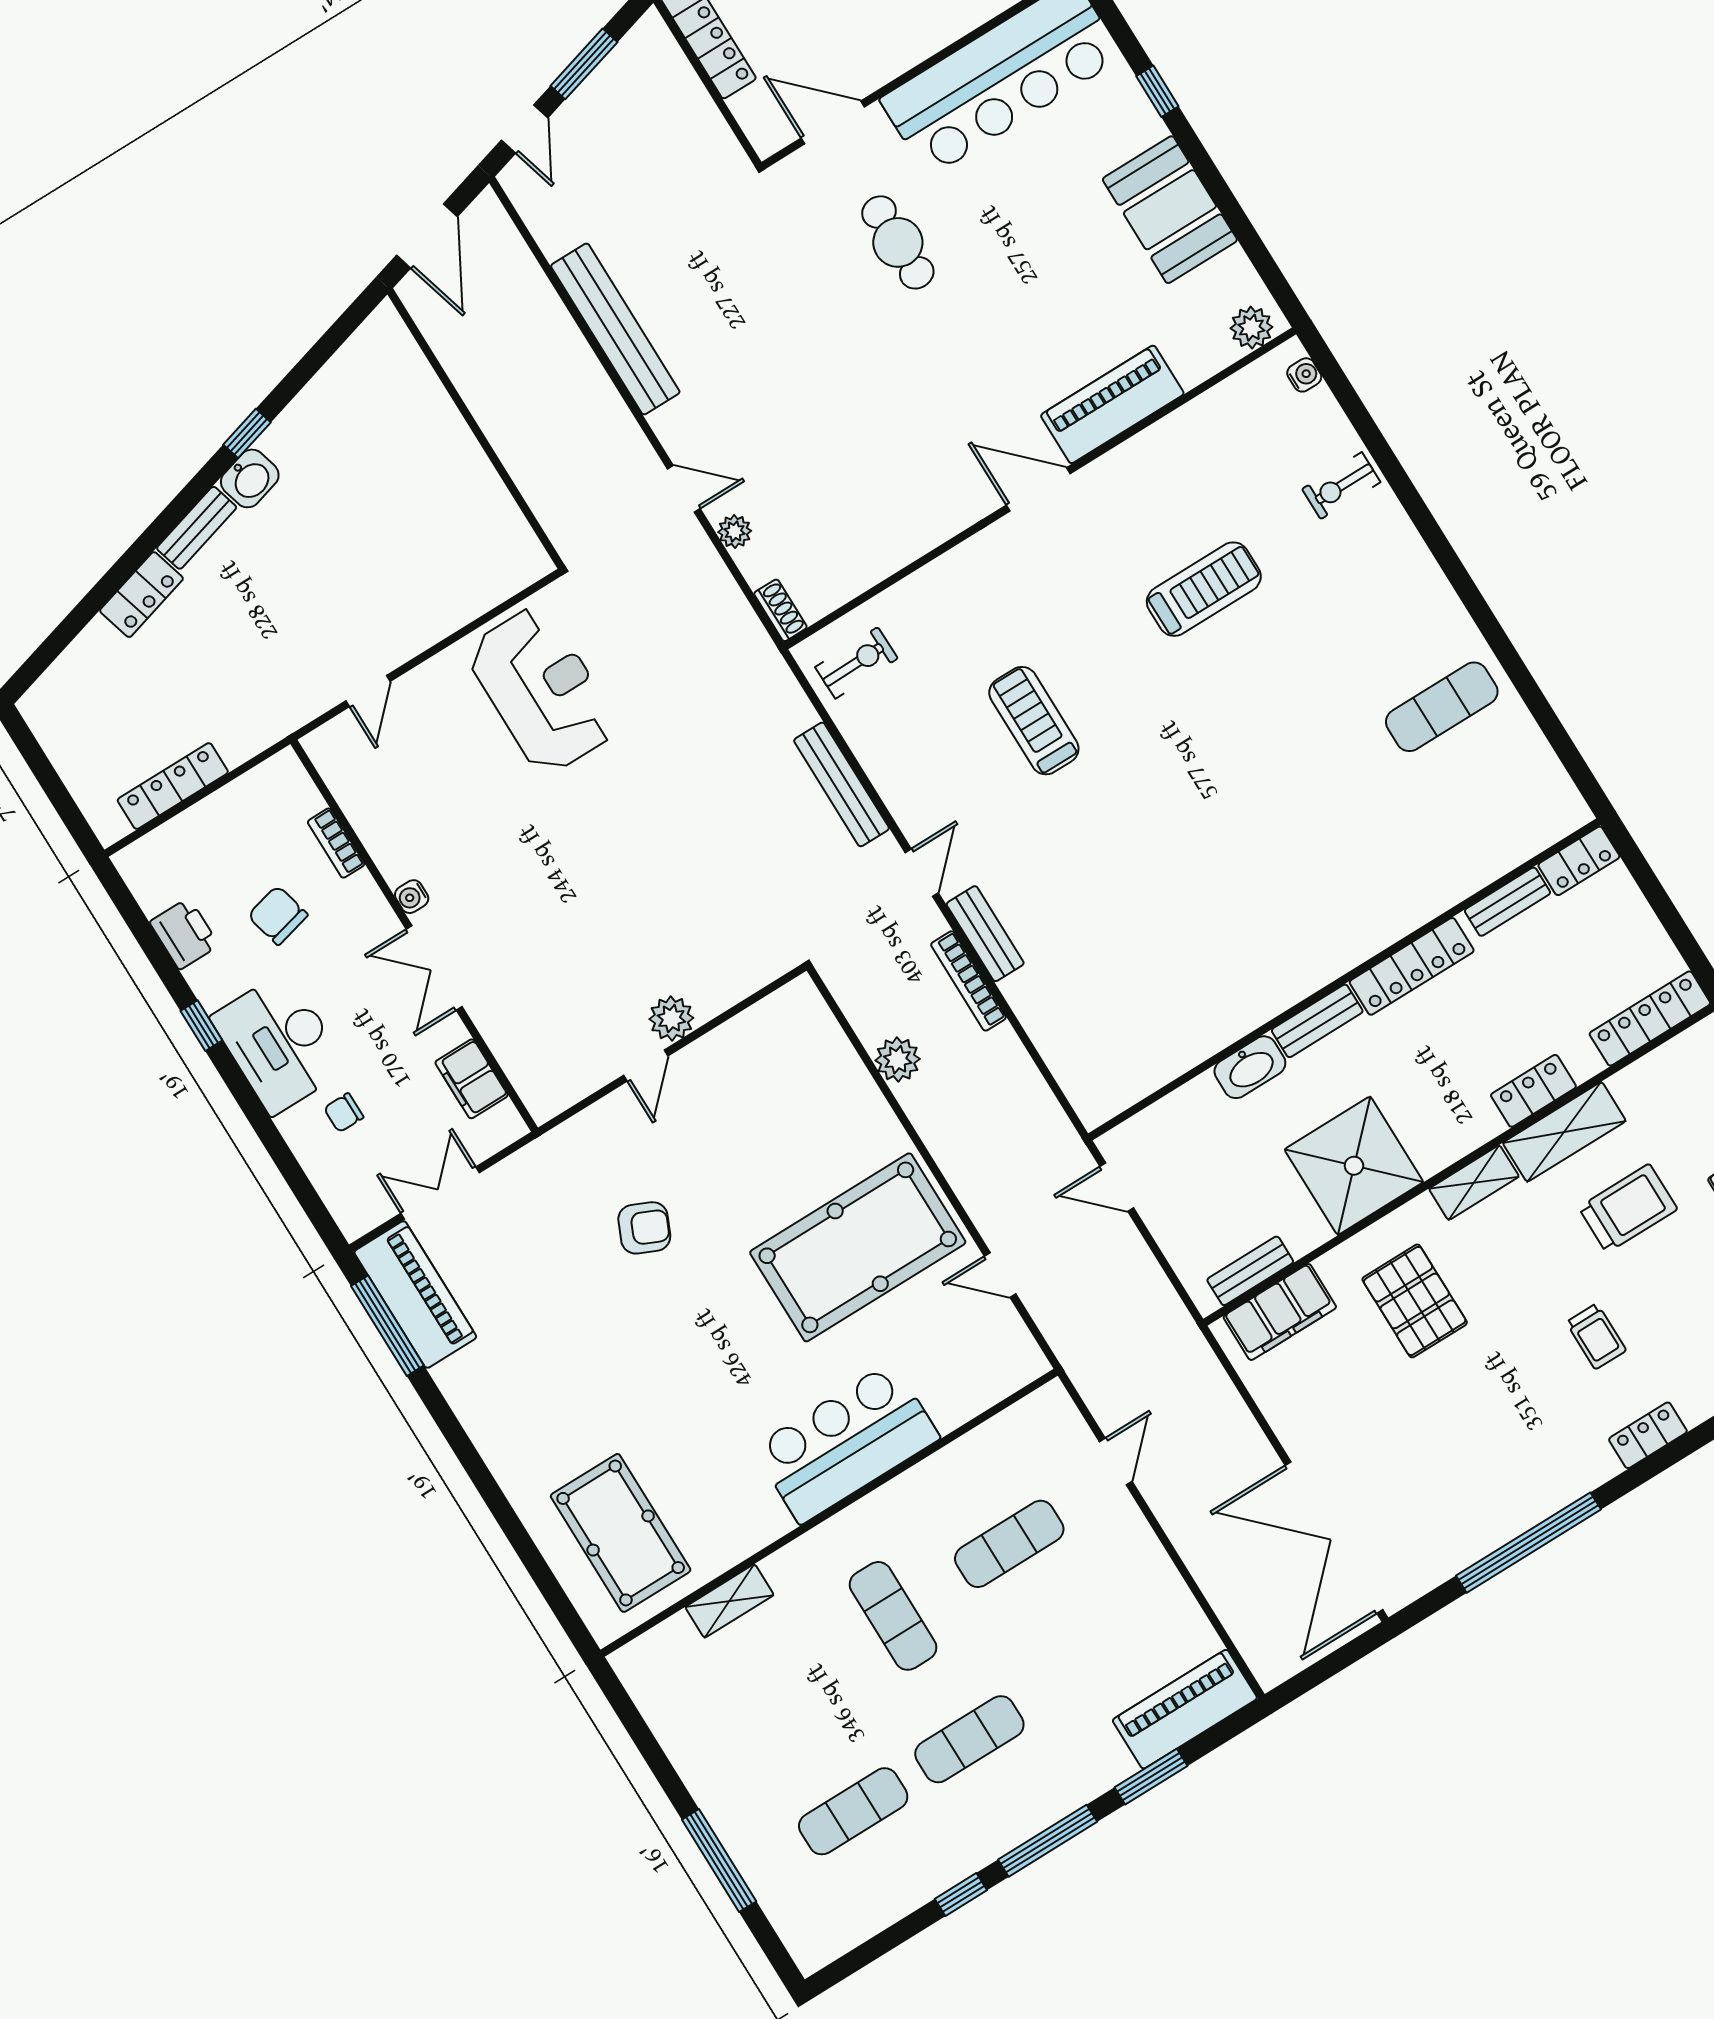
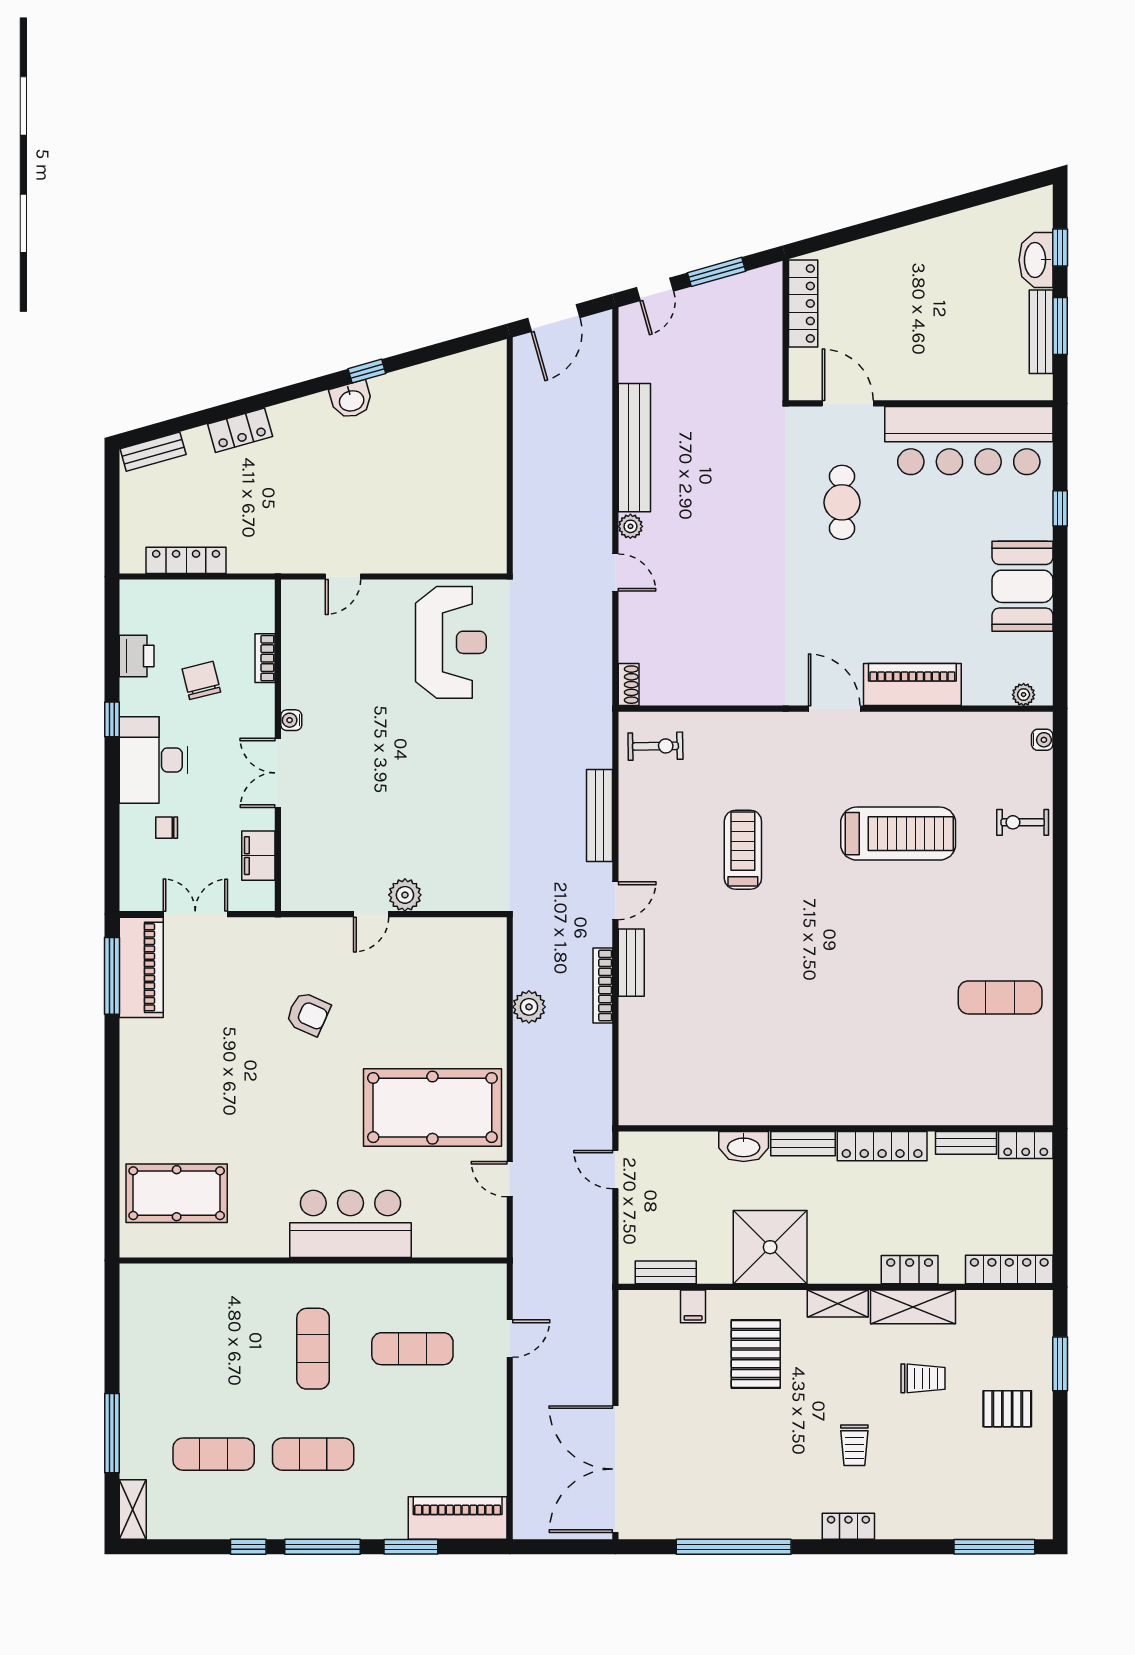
plant: (1251, 328) -> (1024, 695), width x0.73, depth x0.73
bench: (197, 528) -> (153, 452), moved
plant: (735, 531) -> (630, 526), moved
treadmill: (1204, 589) -> (898, 834), width x1.37, depth x1.38
trolley: (1628, 1208) -> (923, 1378), width x0.73, depth x0.72
filing cabinet: (1280, 1312) -> (693, 1306), width x0.33, depth x0.86
pool table: (621, 1533) -> (177, 1193), turned 90
shelving: (730, 1601) -> (133, 1510), moved, turned 90

